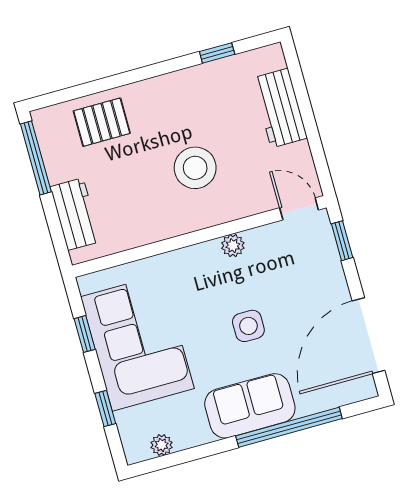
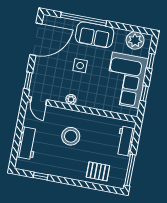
plant: (162, 445) -> (135, 40), width x1.88, depth x1.88

